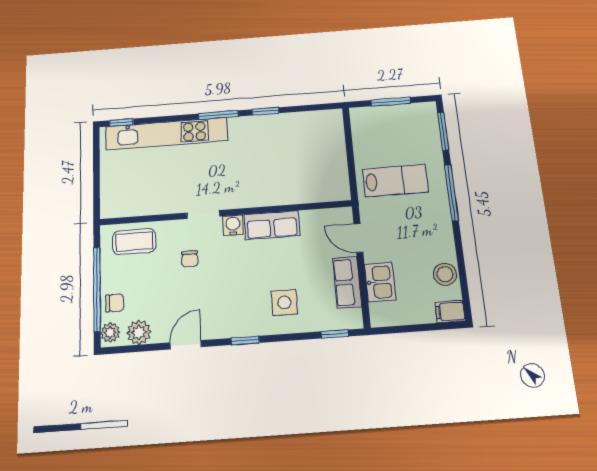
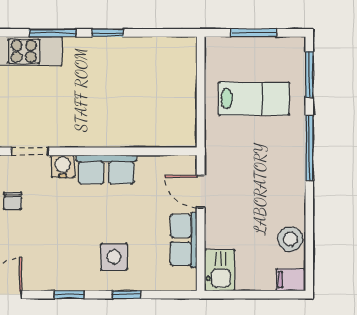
lab bench: (395, 181) -> (254, 99), moved
kitchen sink: (380, 282) -> (219, 270), moved
window: (335, 334) -> (126, 295), moved

